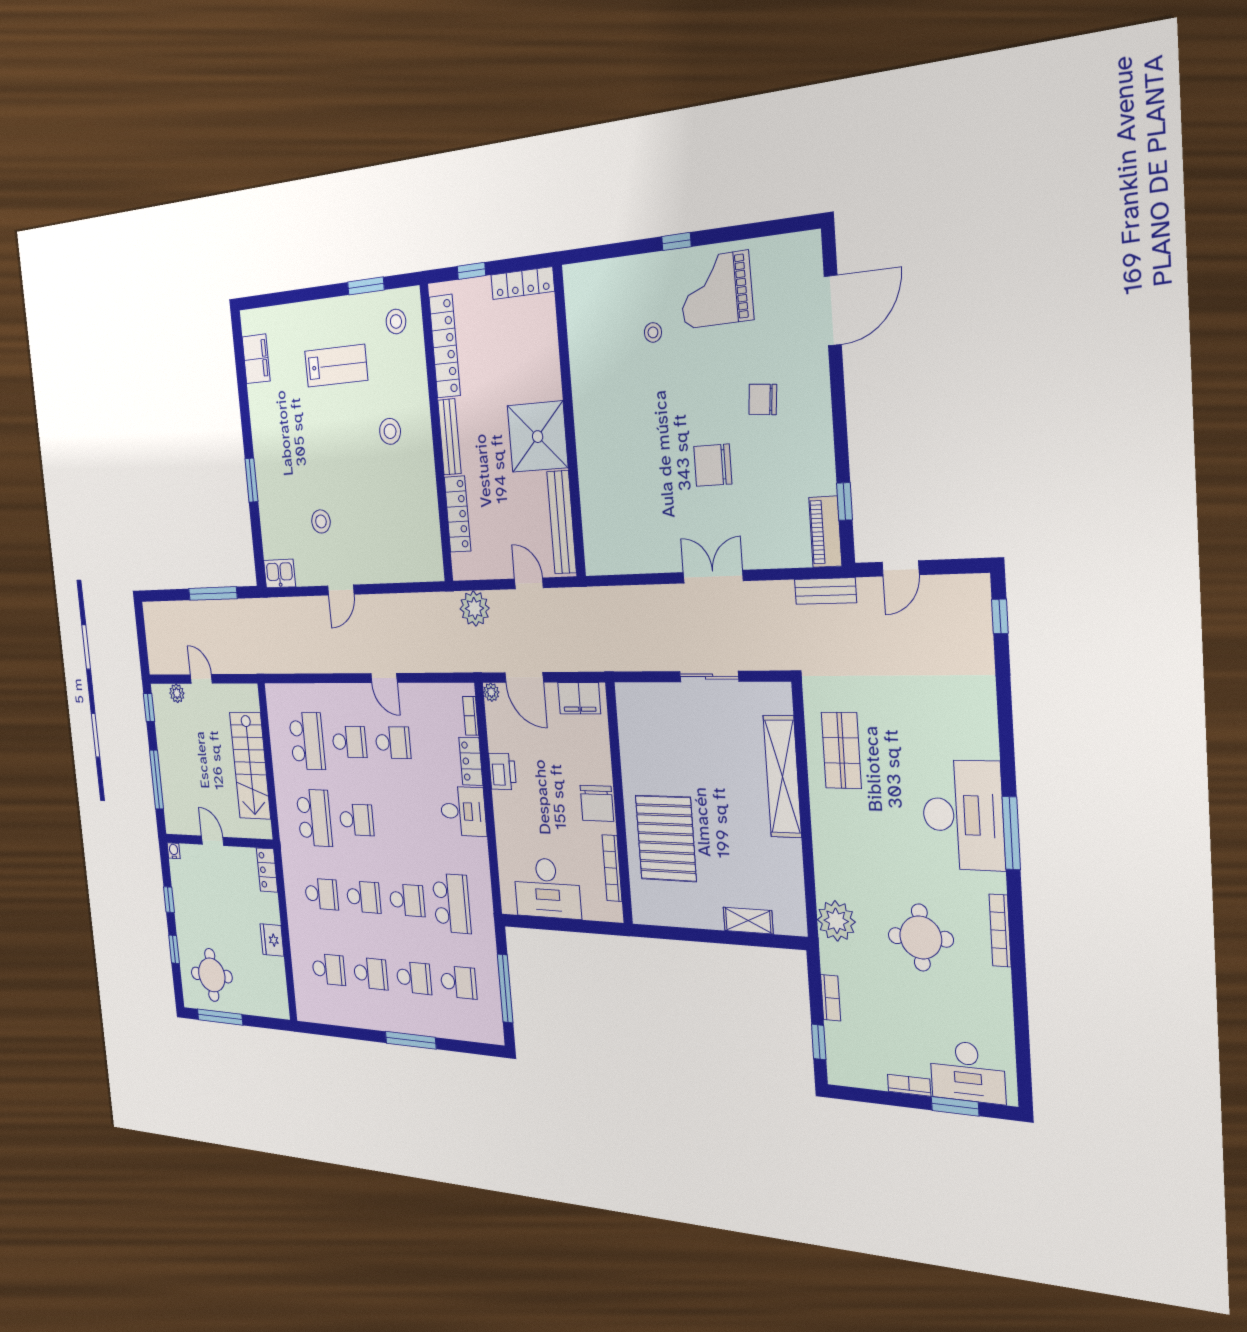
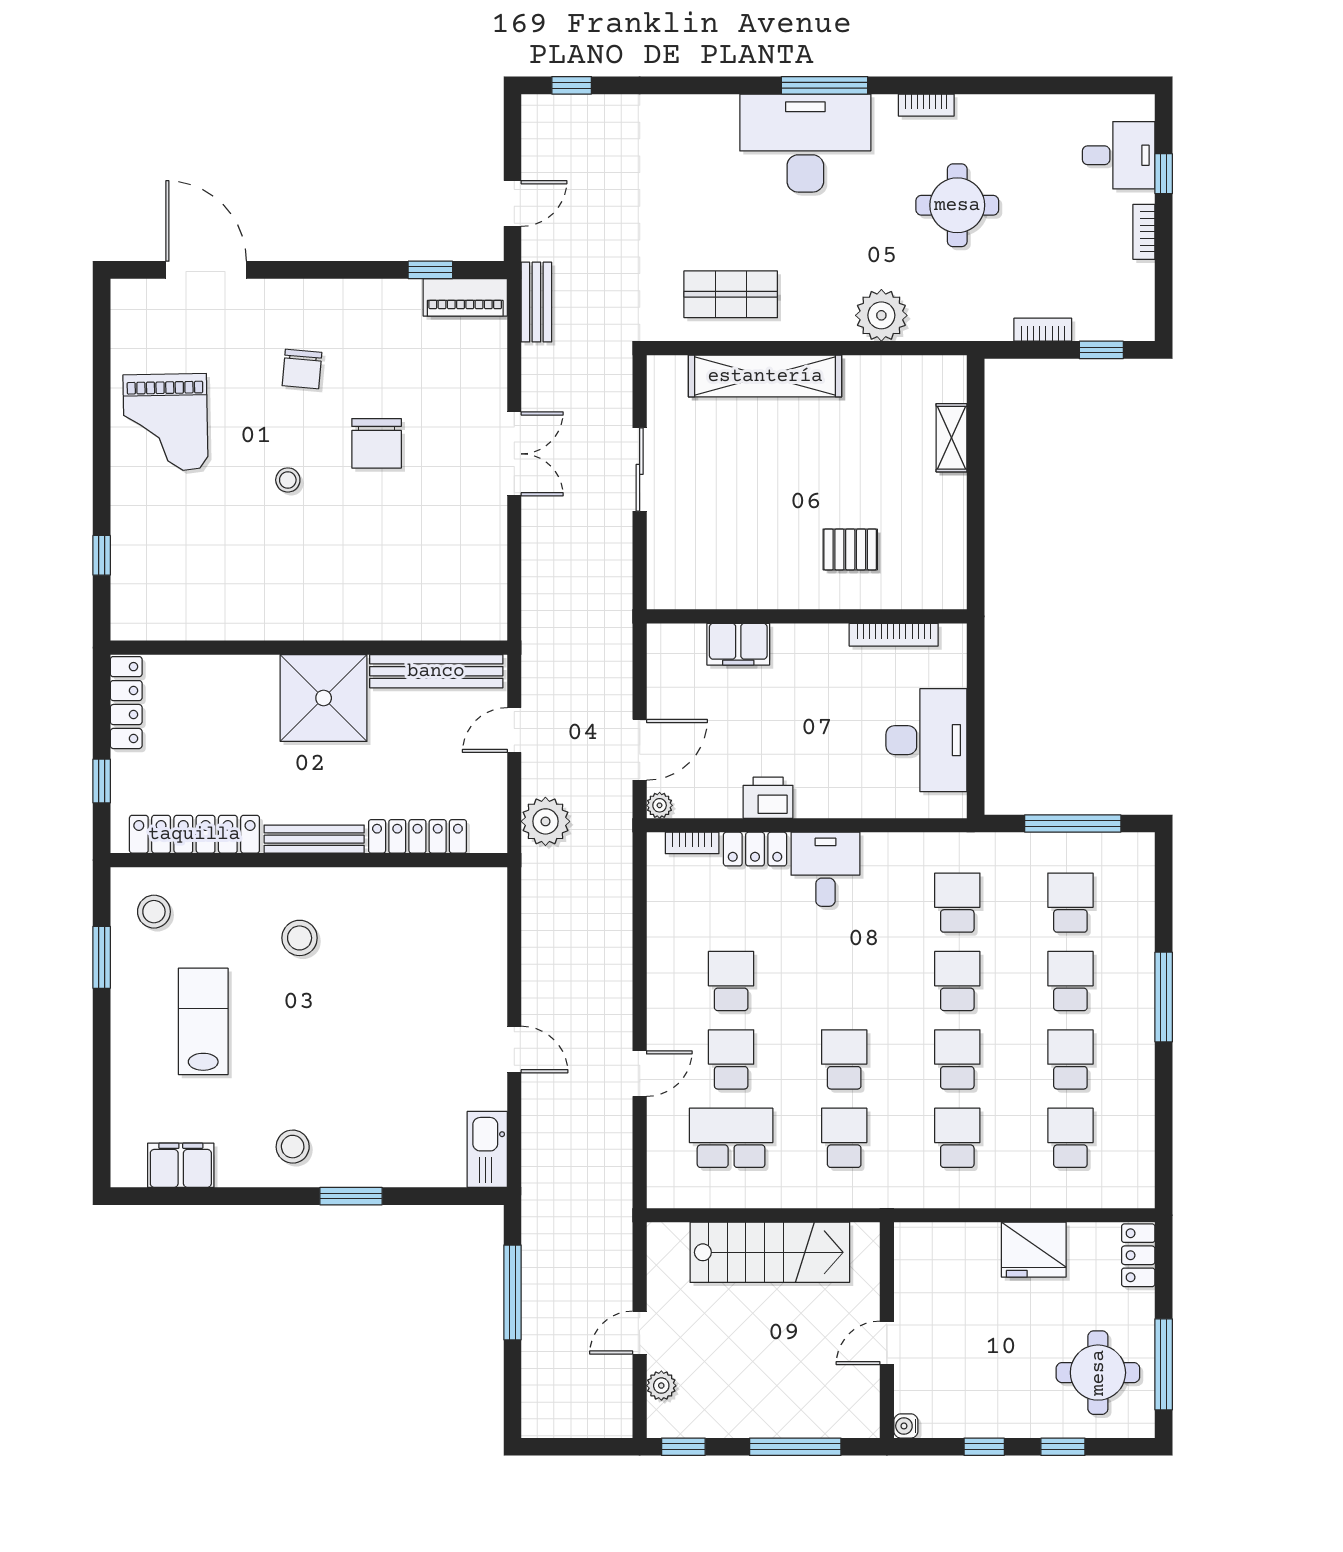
window: (676, 242) -> (102, 555), moved
stool: (653, 332) -> (288, 480), moved
stool: (321, 521) -> (293, 1147), moved
door: (901, 568) -> (512, 204), hinge flipped
kitchen sink: (280, 574) -> (487, 1149), width x1.38
double door: (713, 577) -> (514, 454), swing flipped
door: (384, 678) -> (640, 1074), moved
filing cabinet: (579, 698) -> (738, 644), moved, turned 90
chair: (597, 803) -> (807, 651), removed
school desk: (314, 818) -> (844, 1138), width x0.54
pallet: (666, 838) -> (850, 549), width x0.49, depth x0.50
locker: (267, 870) -> (1138, 1255), moved, turned 90
school desk: (452, 903) -> (957, 903), width x0.54
plant: (836, 921) -> (881, 315), moved
bookcase: (1000, 931) -> (926, 105), width x0.64
fridge: (272, 940) -> (1034, 1250), width x1.36, depth x1.34
desk: (968, 1072) -> (1119, 155), width x0.73
window: (955, 1106) -> (1164, 174), width x0.67

